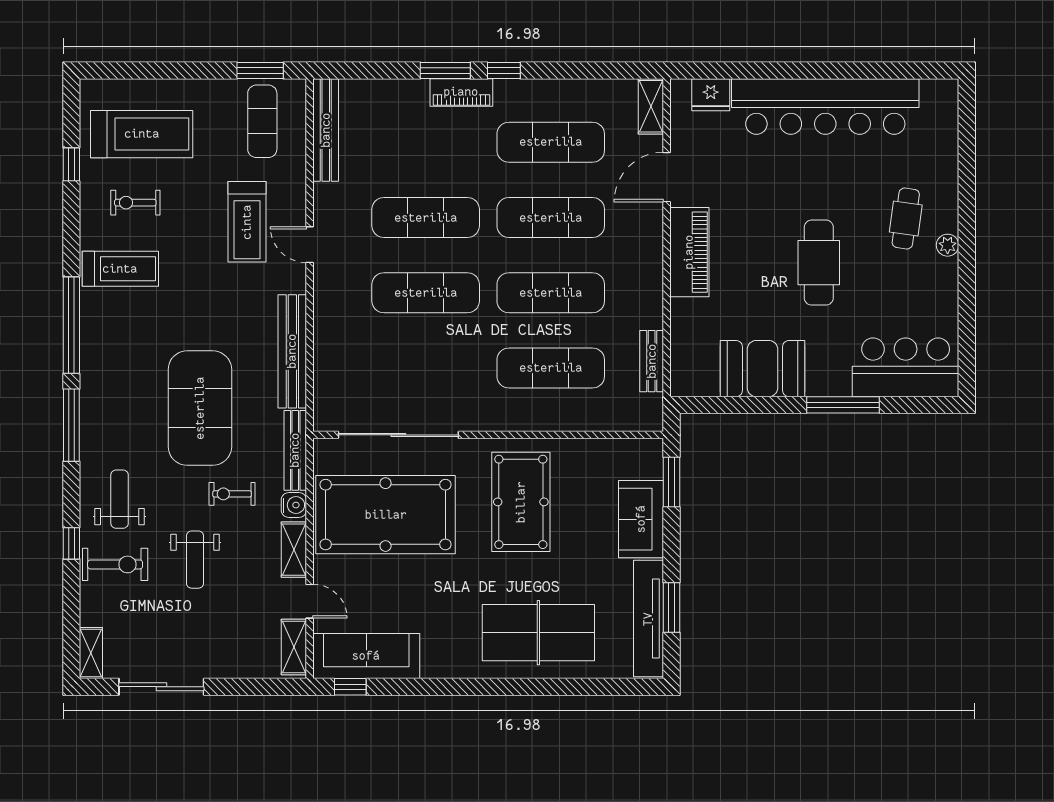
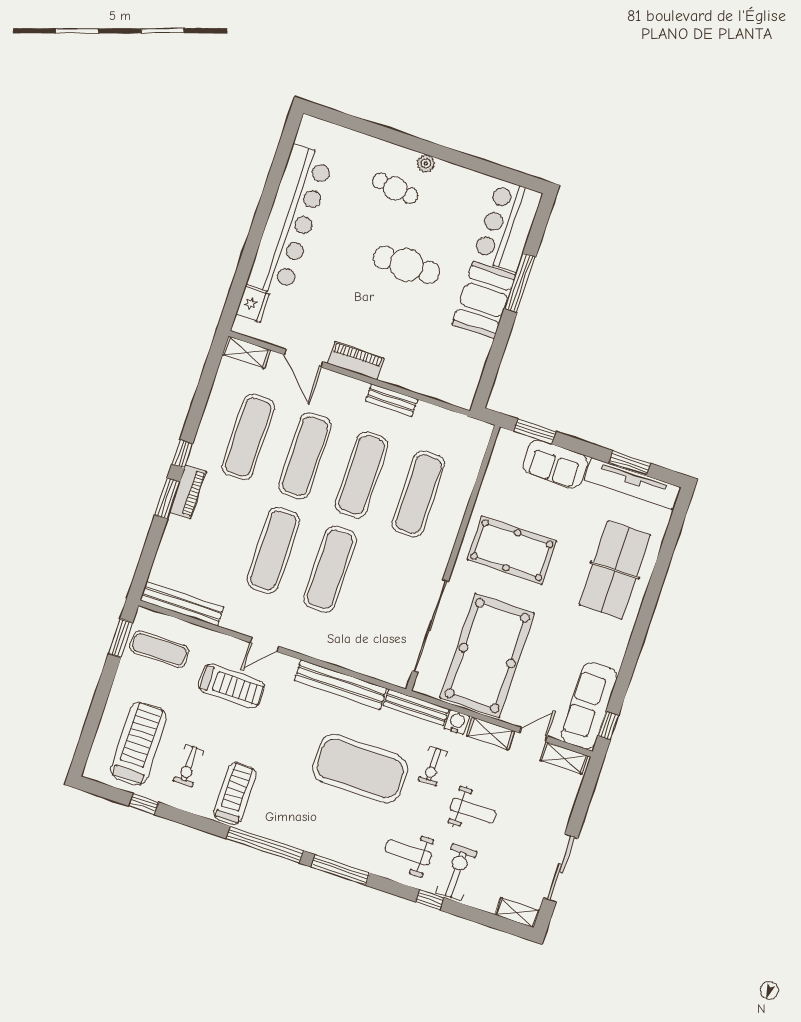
piano: (689, 252) -> (356, 361), width x0.73, depth x0.75
bench: (652, 361) -> (392, 400), moved
booth: (762, 369) -> (484, 300), moved

